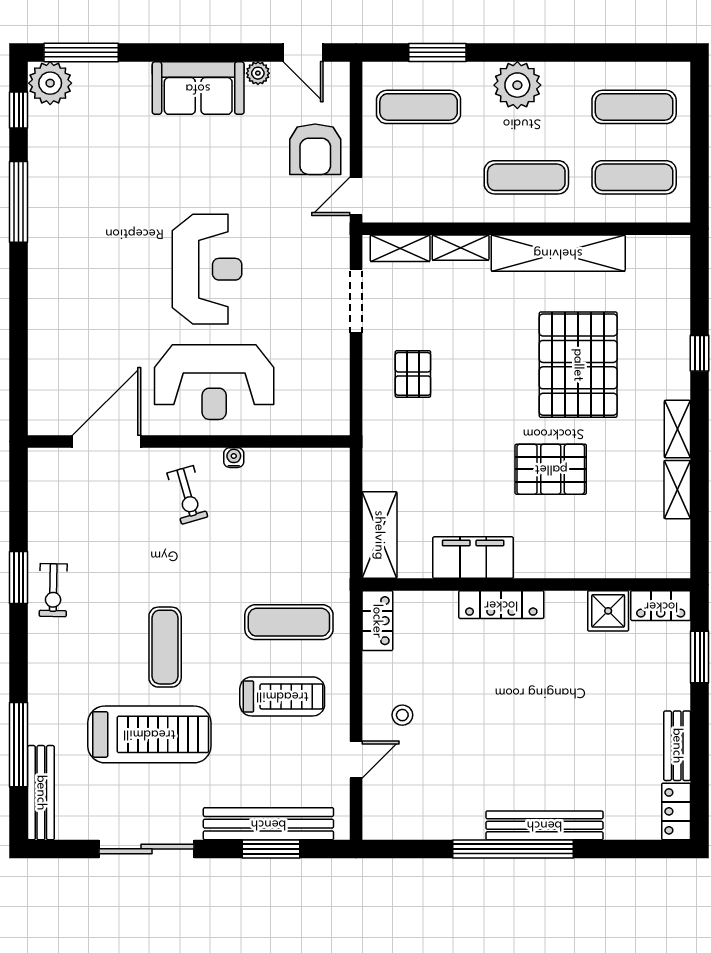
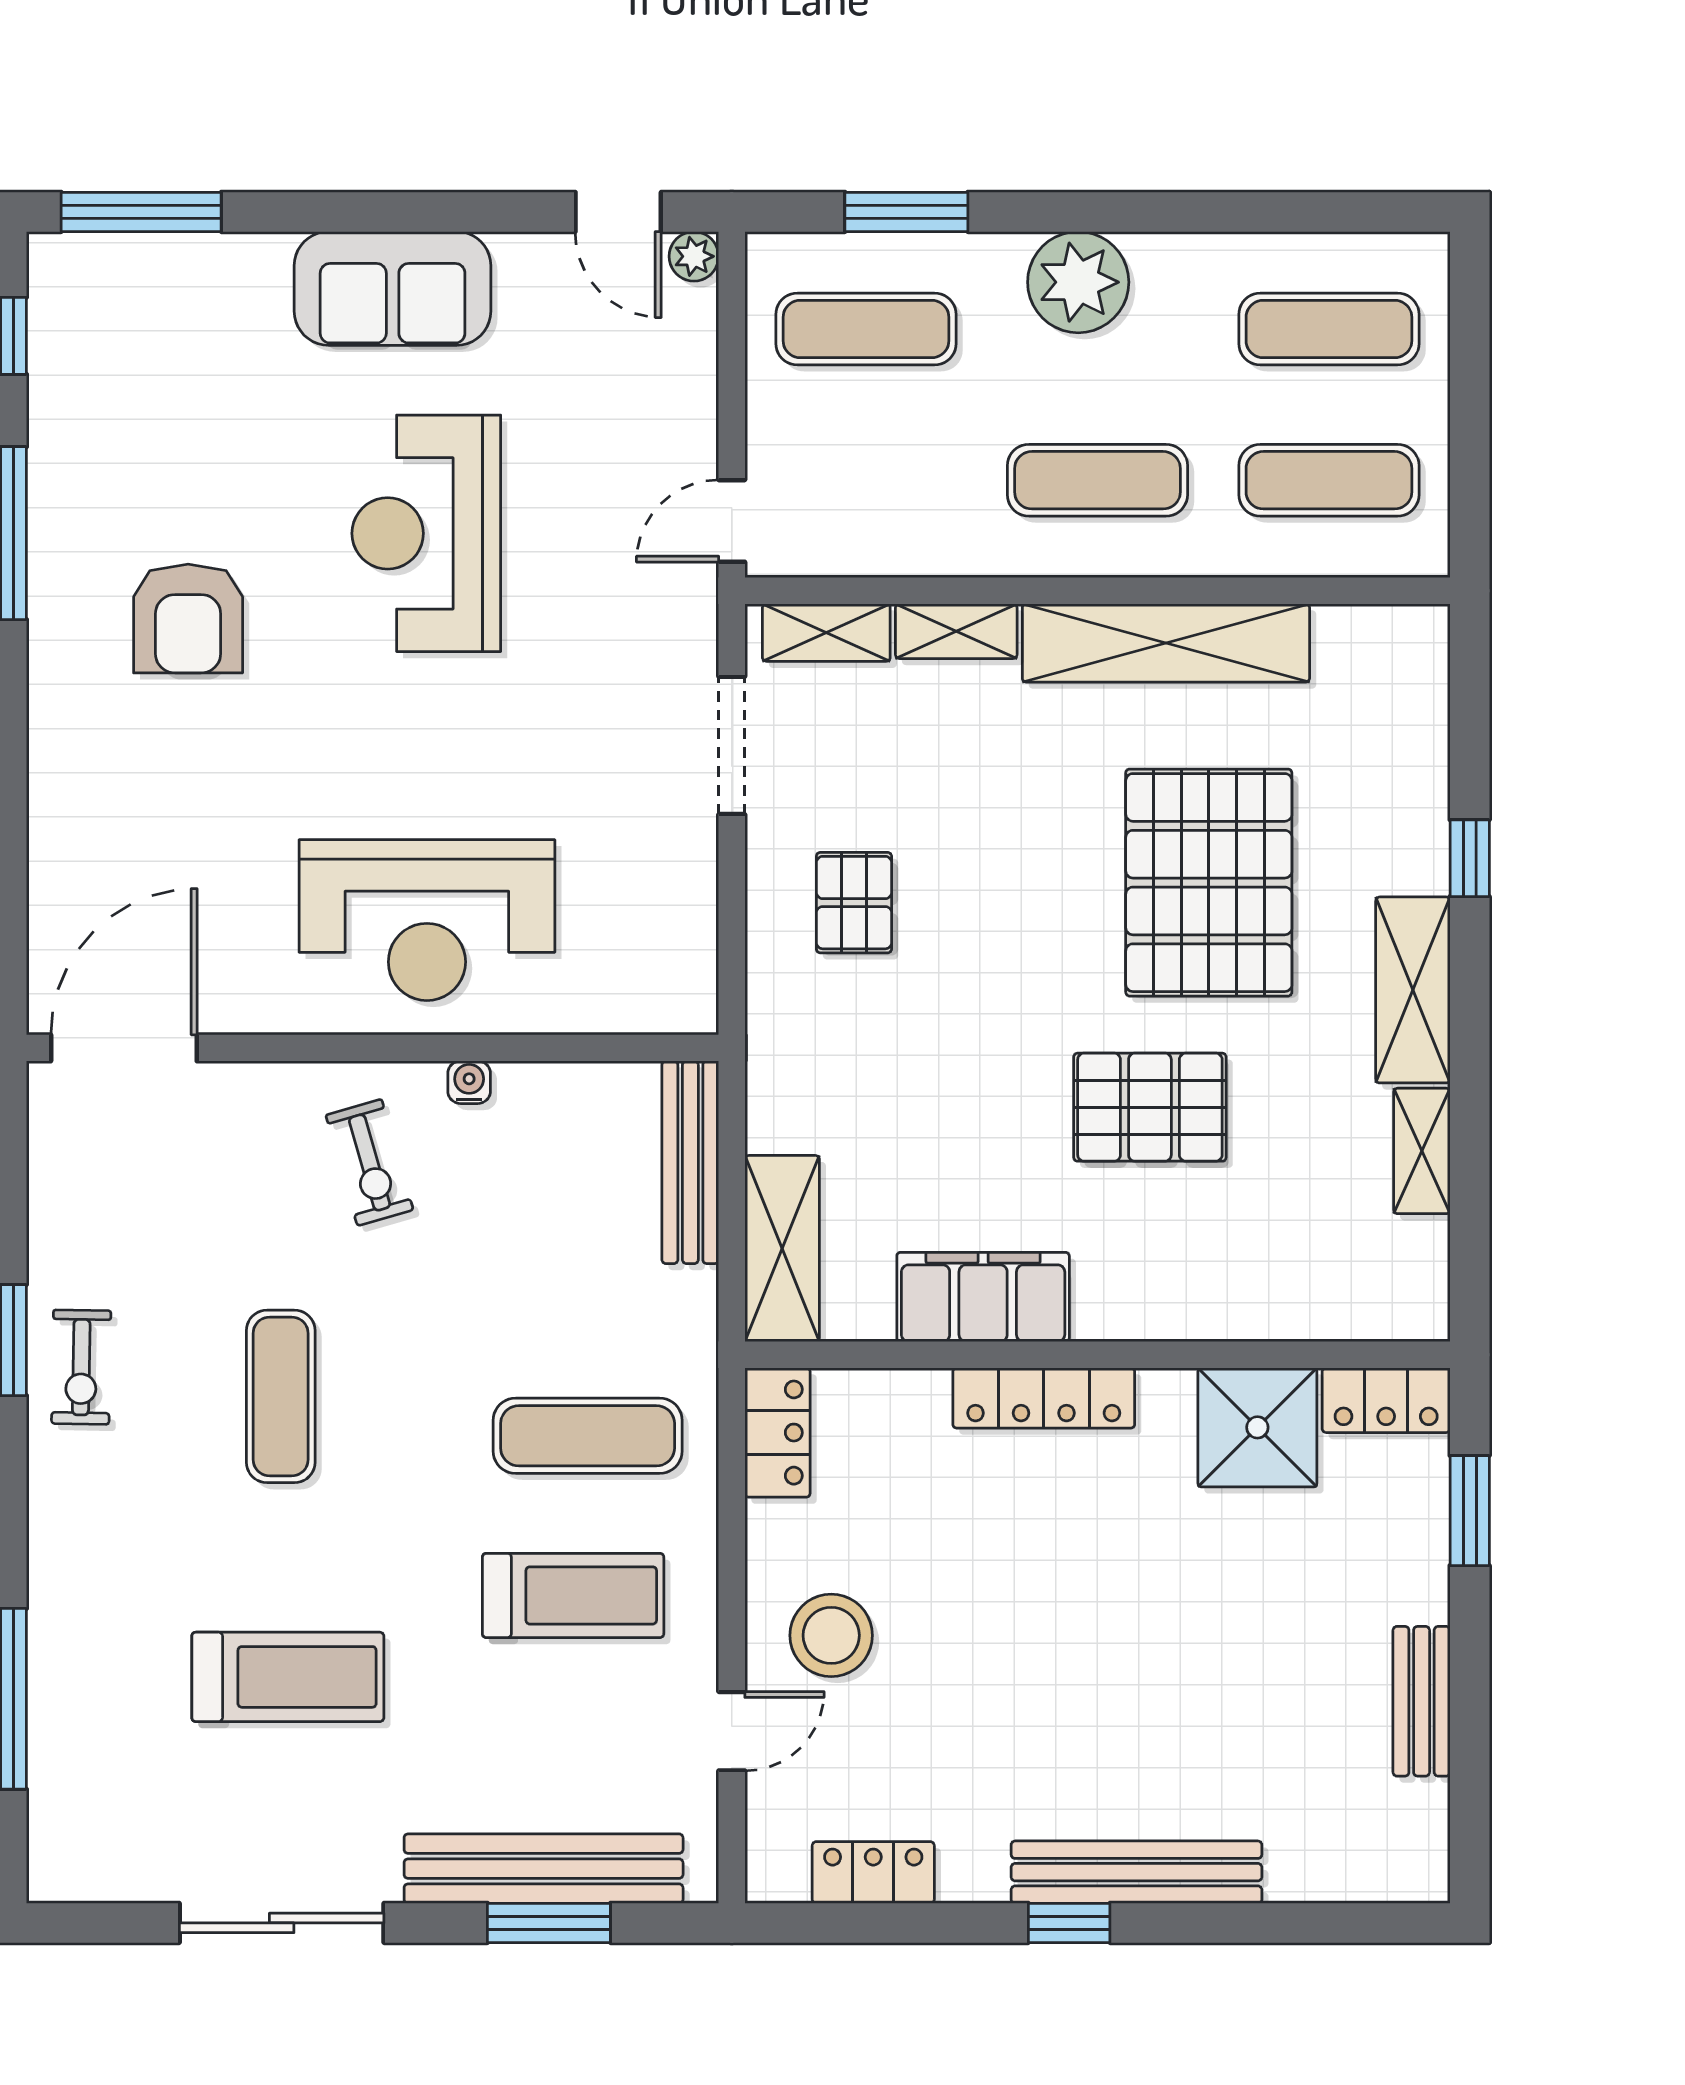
plant: (258, 73) -> (694, 256), moved
plant: (50, 83) -> (75, 278), removed
armchair: (315, 149) -> (188, 618), moved
reception desk: (207, 269) -> (426, 533), moved, turned 180
shelving: (677, 429) -> (1413, 990), width x1.50, depth x1.33
door: (107, 442) -> (124, 1048), moved
shower: (608, 611) -> (1257, 1427), width x1.36, depth x1.36
exercise mat: (165, 647) -> (281, 1396), moved
stool: (402, 715) -> (831, 1635), width x1.89, depth x1.89
treadmill: (149, 734) -> (288, 1677), width x0.73, depth x0.73
bench: (41, 793) -> (690, 1162), moved
locker: (676, 811) -> (873, 1873), moved, turned 90
window: (513, 849) -> (1069, 1923), width x0.32

